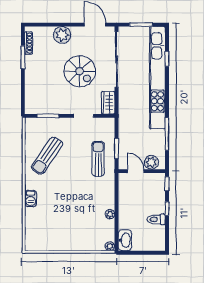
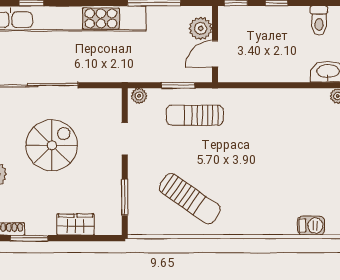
wardrobe: (108, 103) -> (76, 224), moved, turned 180
barbecue: (31, 199) -> (311, 226), moved
plant: (110, 214) -> (139, 96), moved
toilet: (156, 219) -> (319, 20), moved

